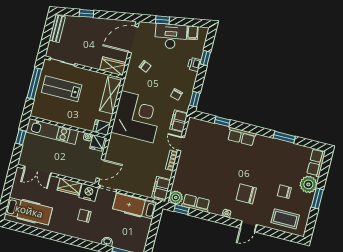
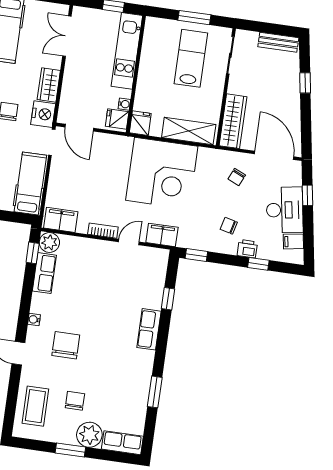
wardrobe: (113, 66) -> (233, 121), width x1.50
window: (34, 83) -> (194, 18), width x0.69
chair: (176, 94) -> (229, 226), moved

